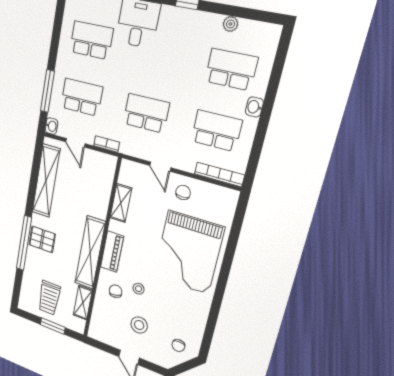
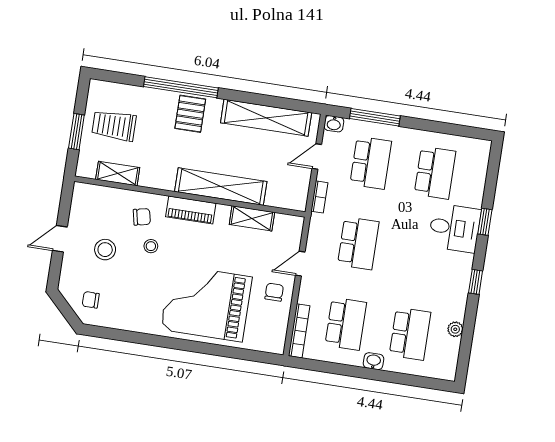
chair: (183, 192) -> (274, 292), turned -90
shelving: (90, 253) -> (221, 187), moved

